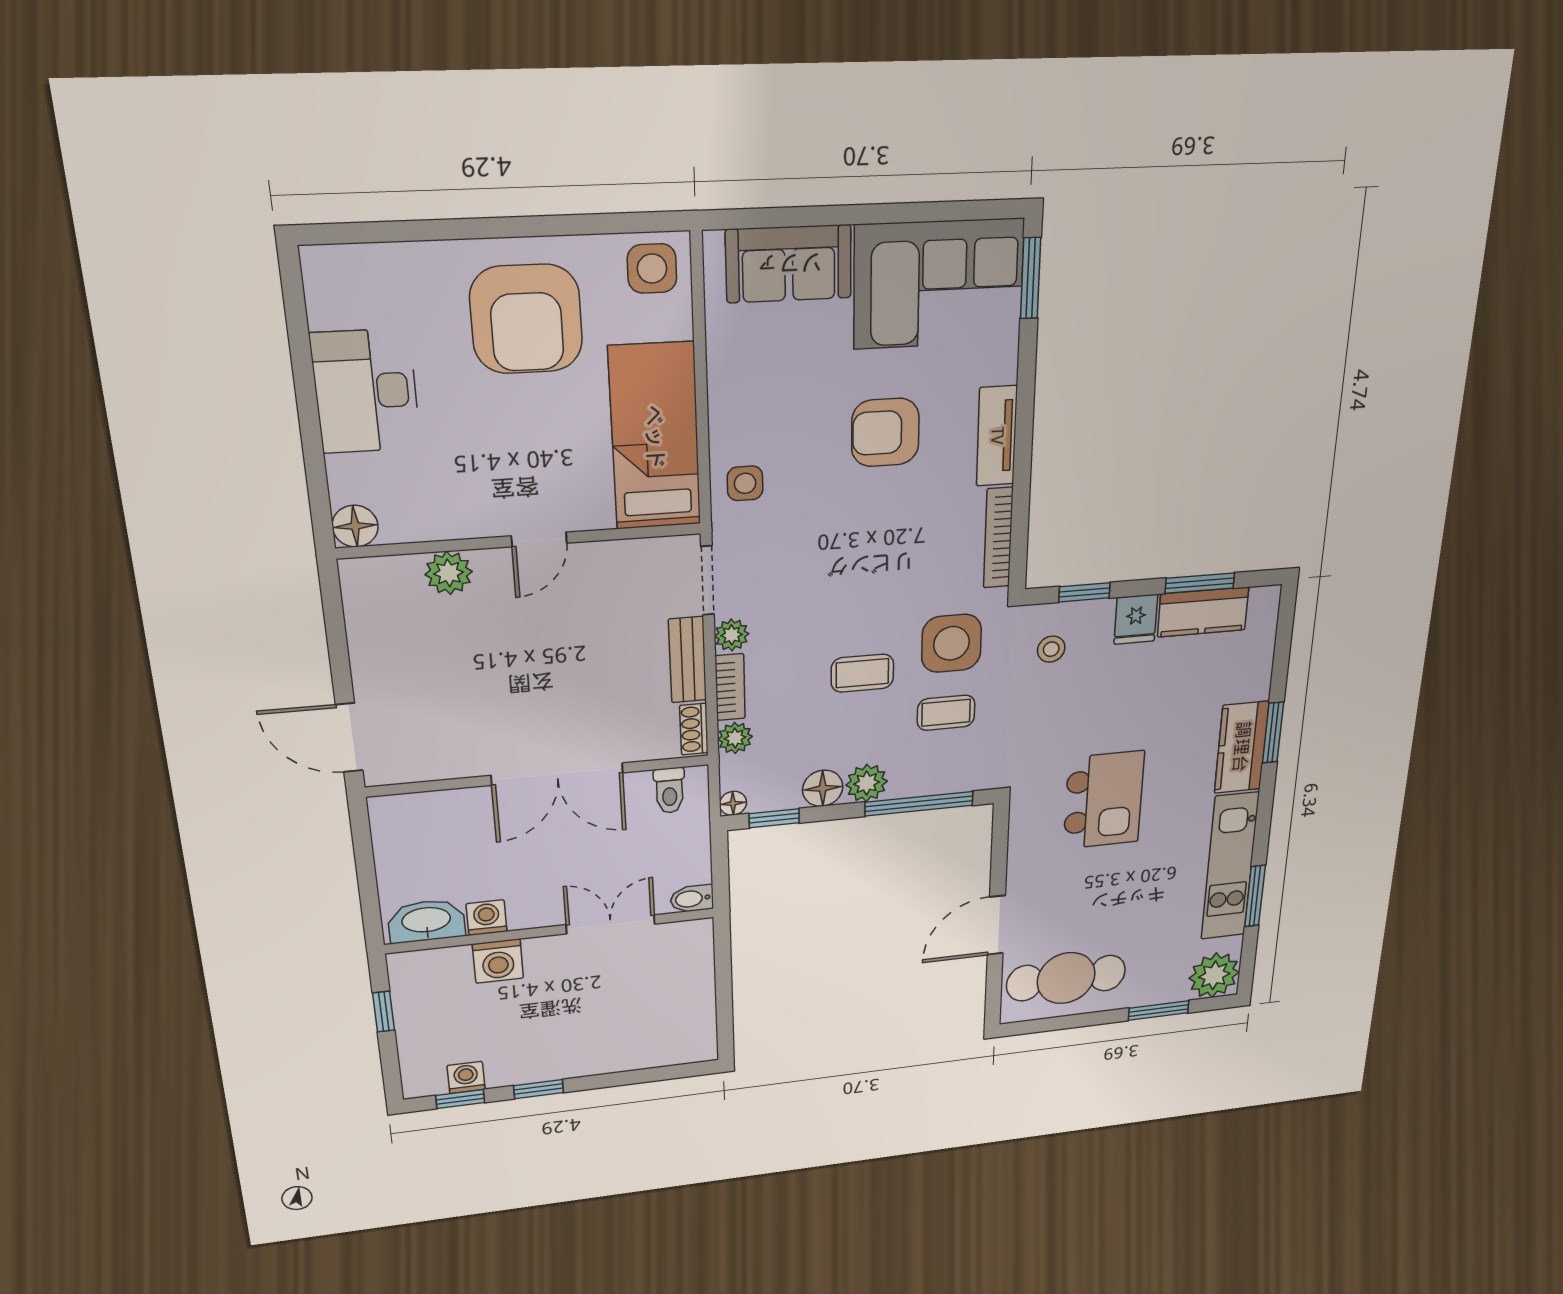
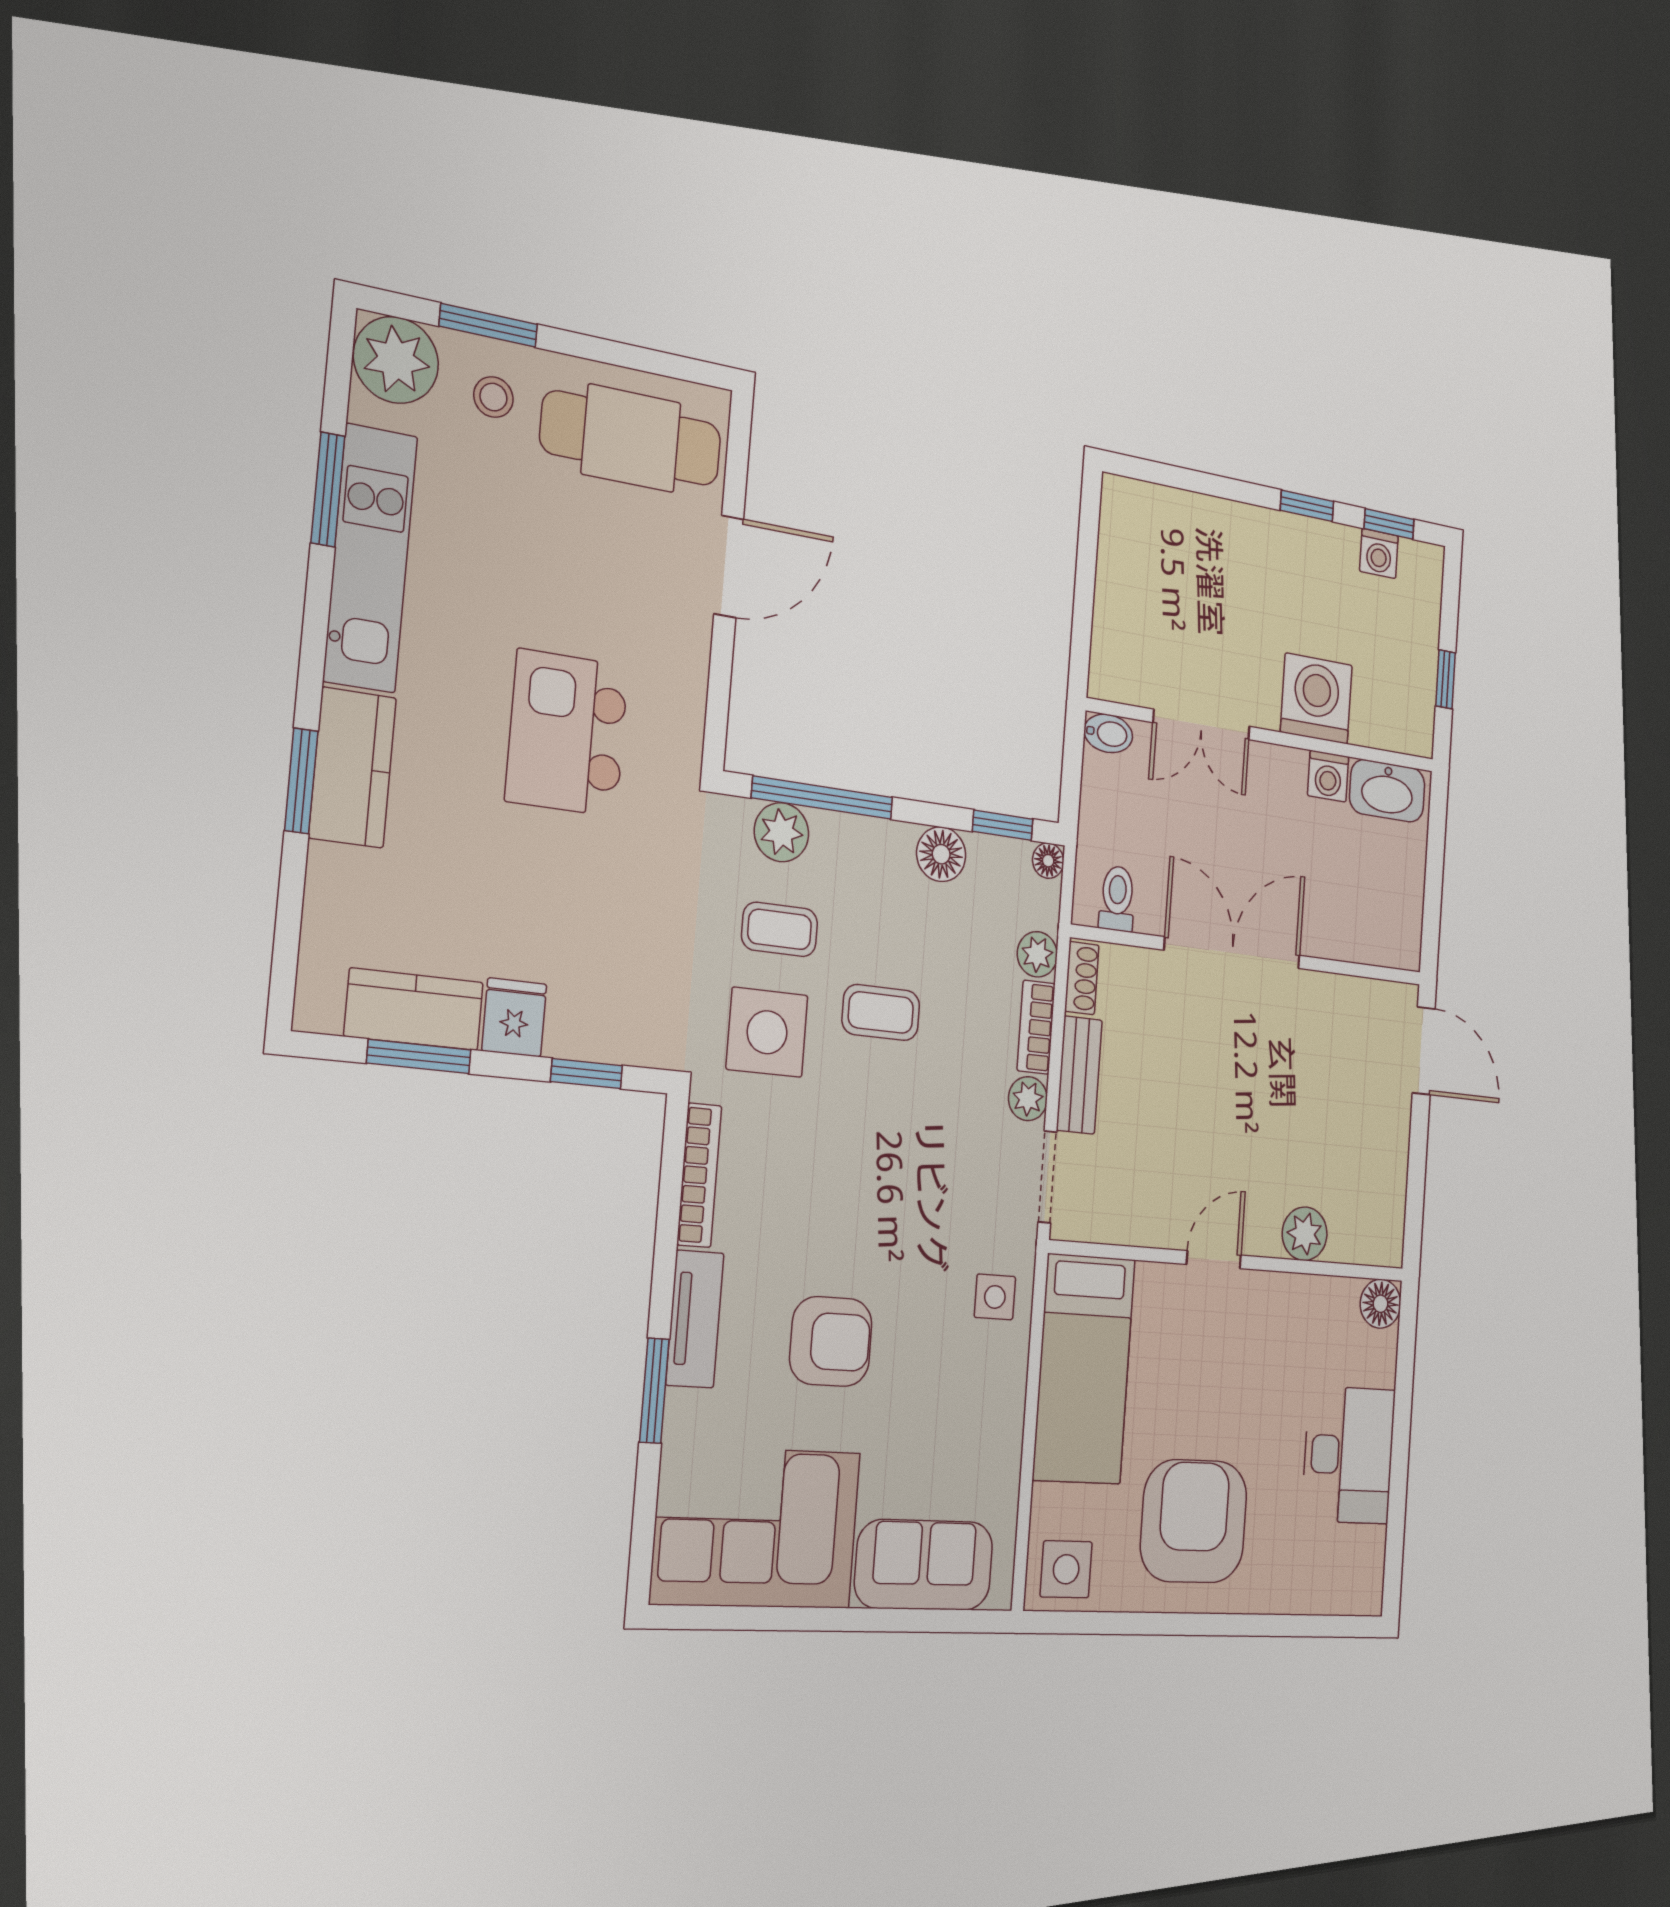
window: (1031, 278) -> (654, 1391), moved
stool: (1051, 649) -> (493, 397), moved
plant: (867, 783) -> (781, 832), moved
washing machine: (498, 961) -> (1316, 699), width x1.37, depth x1.37

